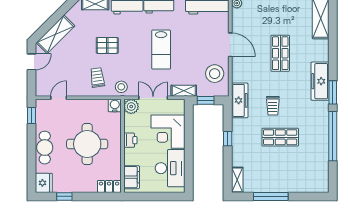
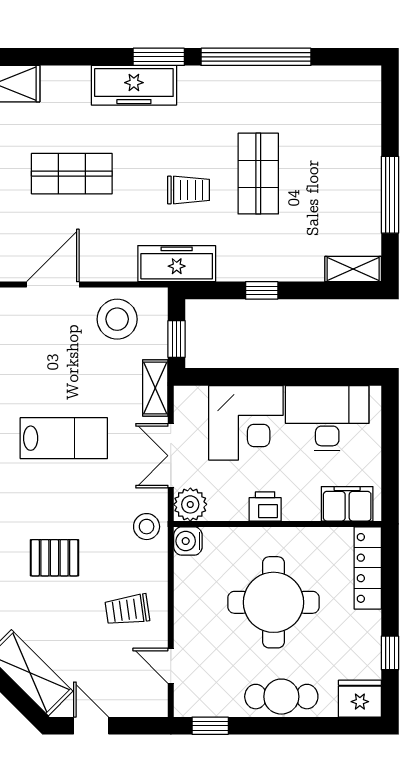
pallet: (107, 45) -> (54, 558), turned 90
trolley: (97, 78) -> (127, 610), moved
locker: (109, 186) -> (368, 568), width x1.53

